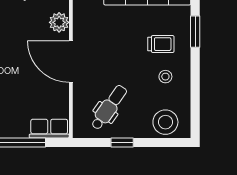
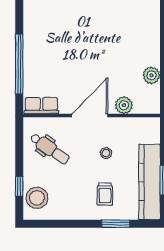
stool: (165, 77) -> (106, 153), moved
row of seats: (49, 129) -> (41, 106), moved, turned -90
window: (122, 143) -> (19, 186), moved

